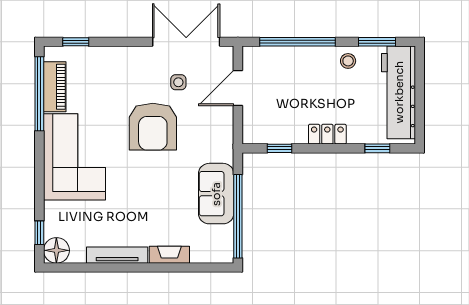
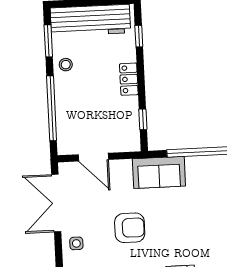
side table: (178, 82) -> (76, 243), moved
armchair: (153, 127) -> (130, 228), width x0.73, depth x0.73
sofa: (216, 194) -> (159, 172), moved

